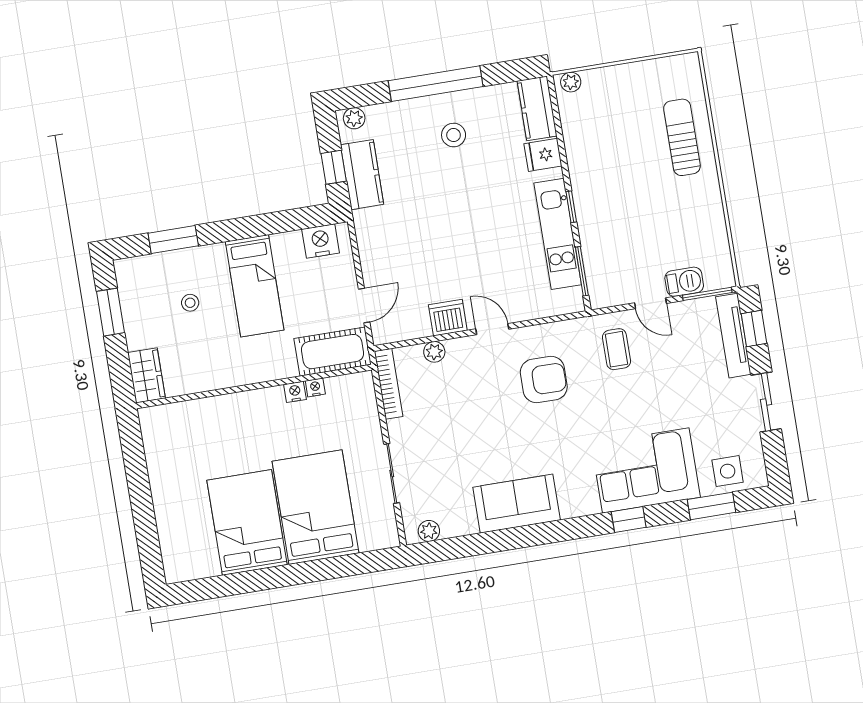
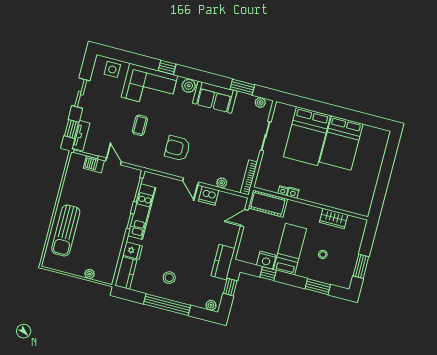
plant: (571, 82) -> (90, 274), moved
sun lounger: (682, 137) -> (66, 230), width x1.36, depth x1.34
kitchen counter: (362, 175) -> (223, 262), moved
window: (275, 223) -> (268, 274), added
nightstand: (321, 241) -> (266, 260), moved
tv unit: (733, 336) -> (81, 136), width x0.71
coffee table: (616, 349) -> (140, 125), moved
wardrobe: (146, 375) -> (334, 218), moved, turned -90
plant: (574, 504) -> (189, 86), added
window: (712, 506) -> (242, 87), moved

